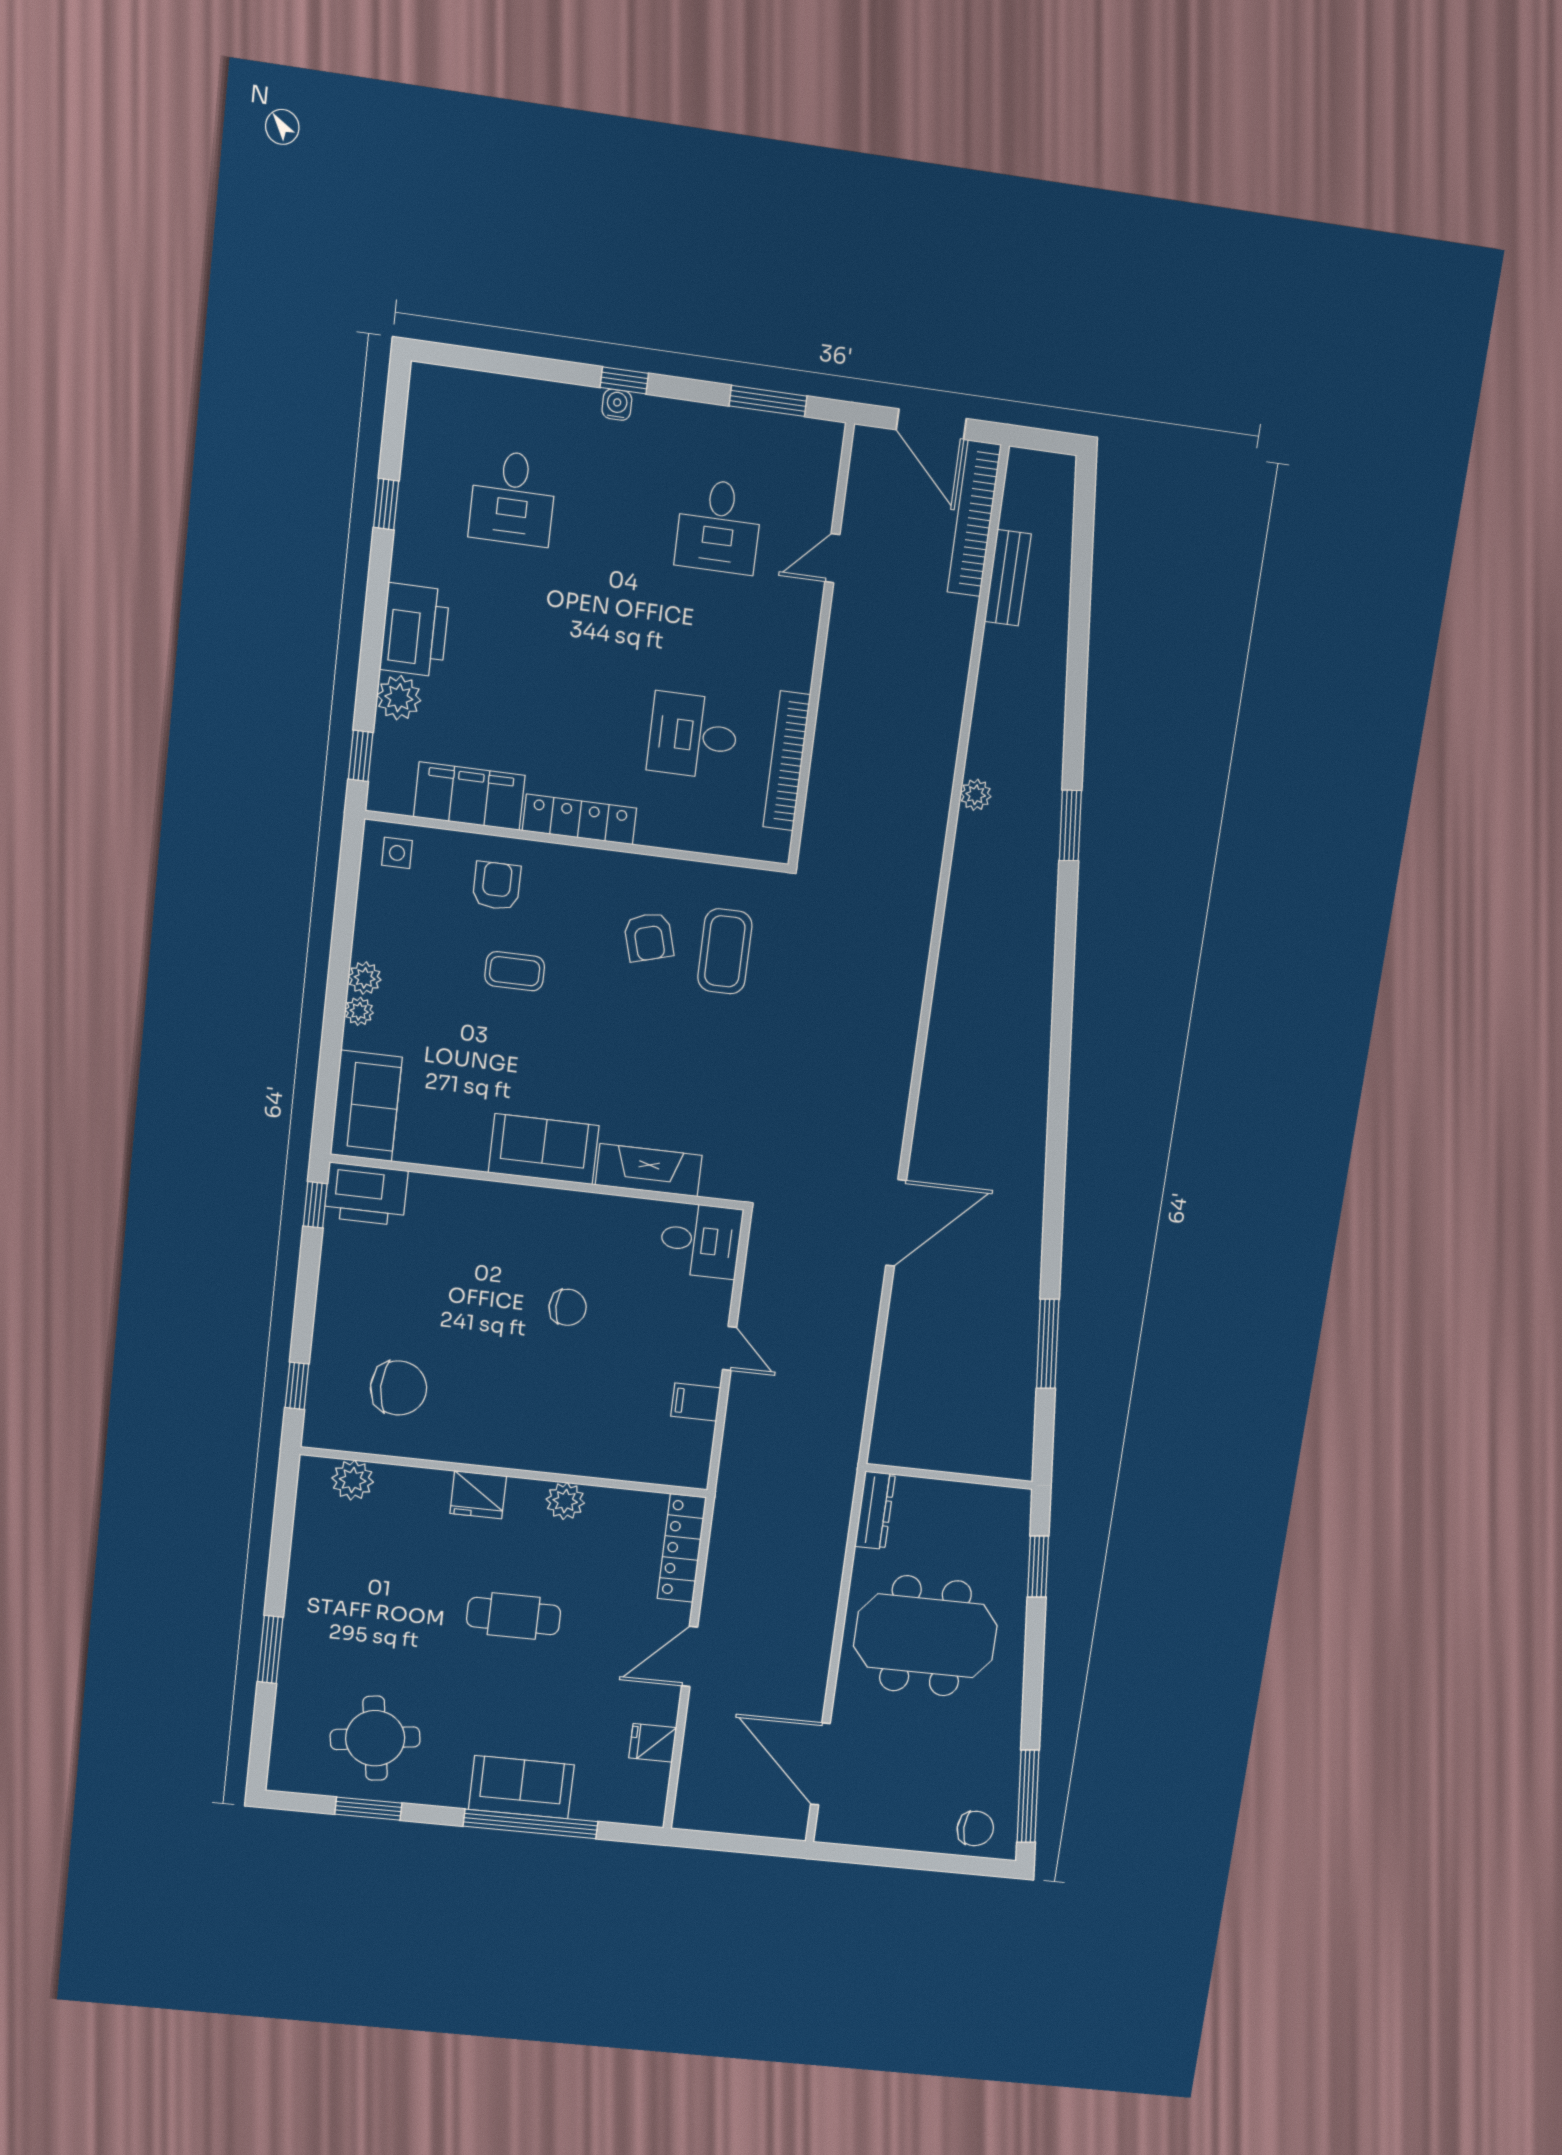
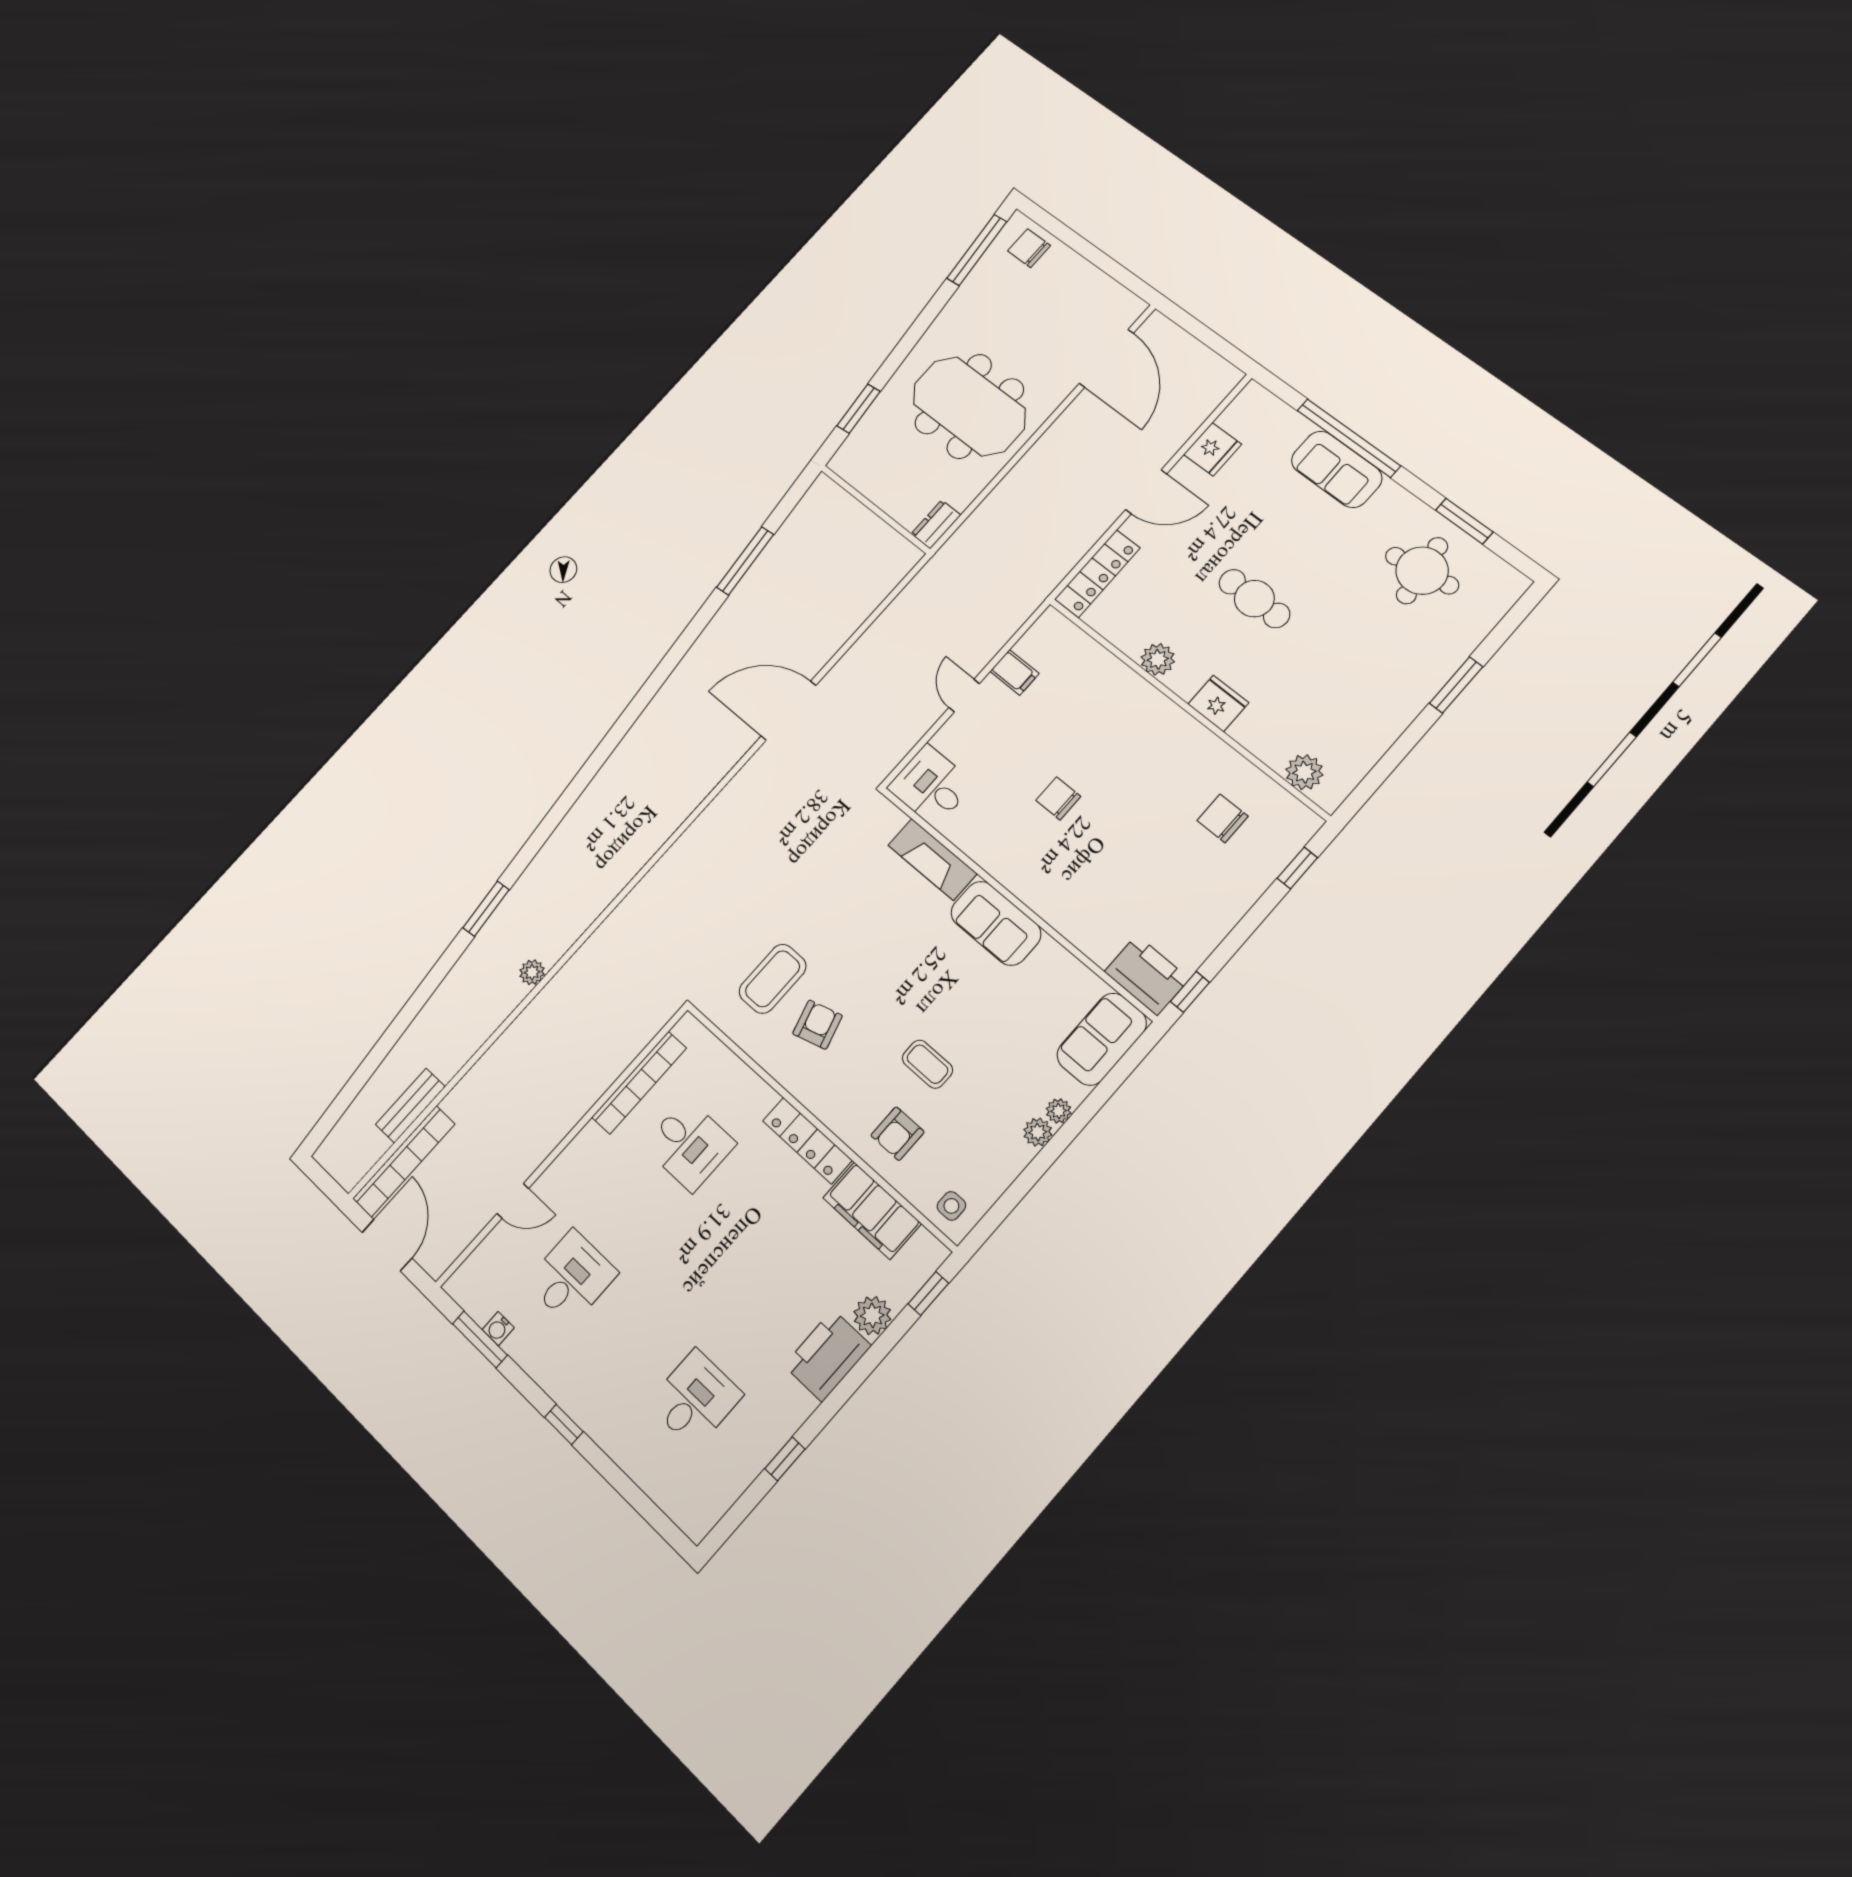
water cooler: (617, 405) -> (498, 1329), moved
chair: (399, 1388) -> (1222, 818), width x0.73, depth x0.73
dresser: (875, 1510) -> (936, 524), width x0.70
fridge: (653, 1743) -> (1213, 449), width x1.38

